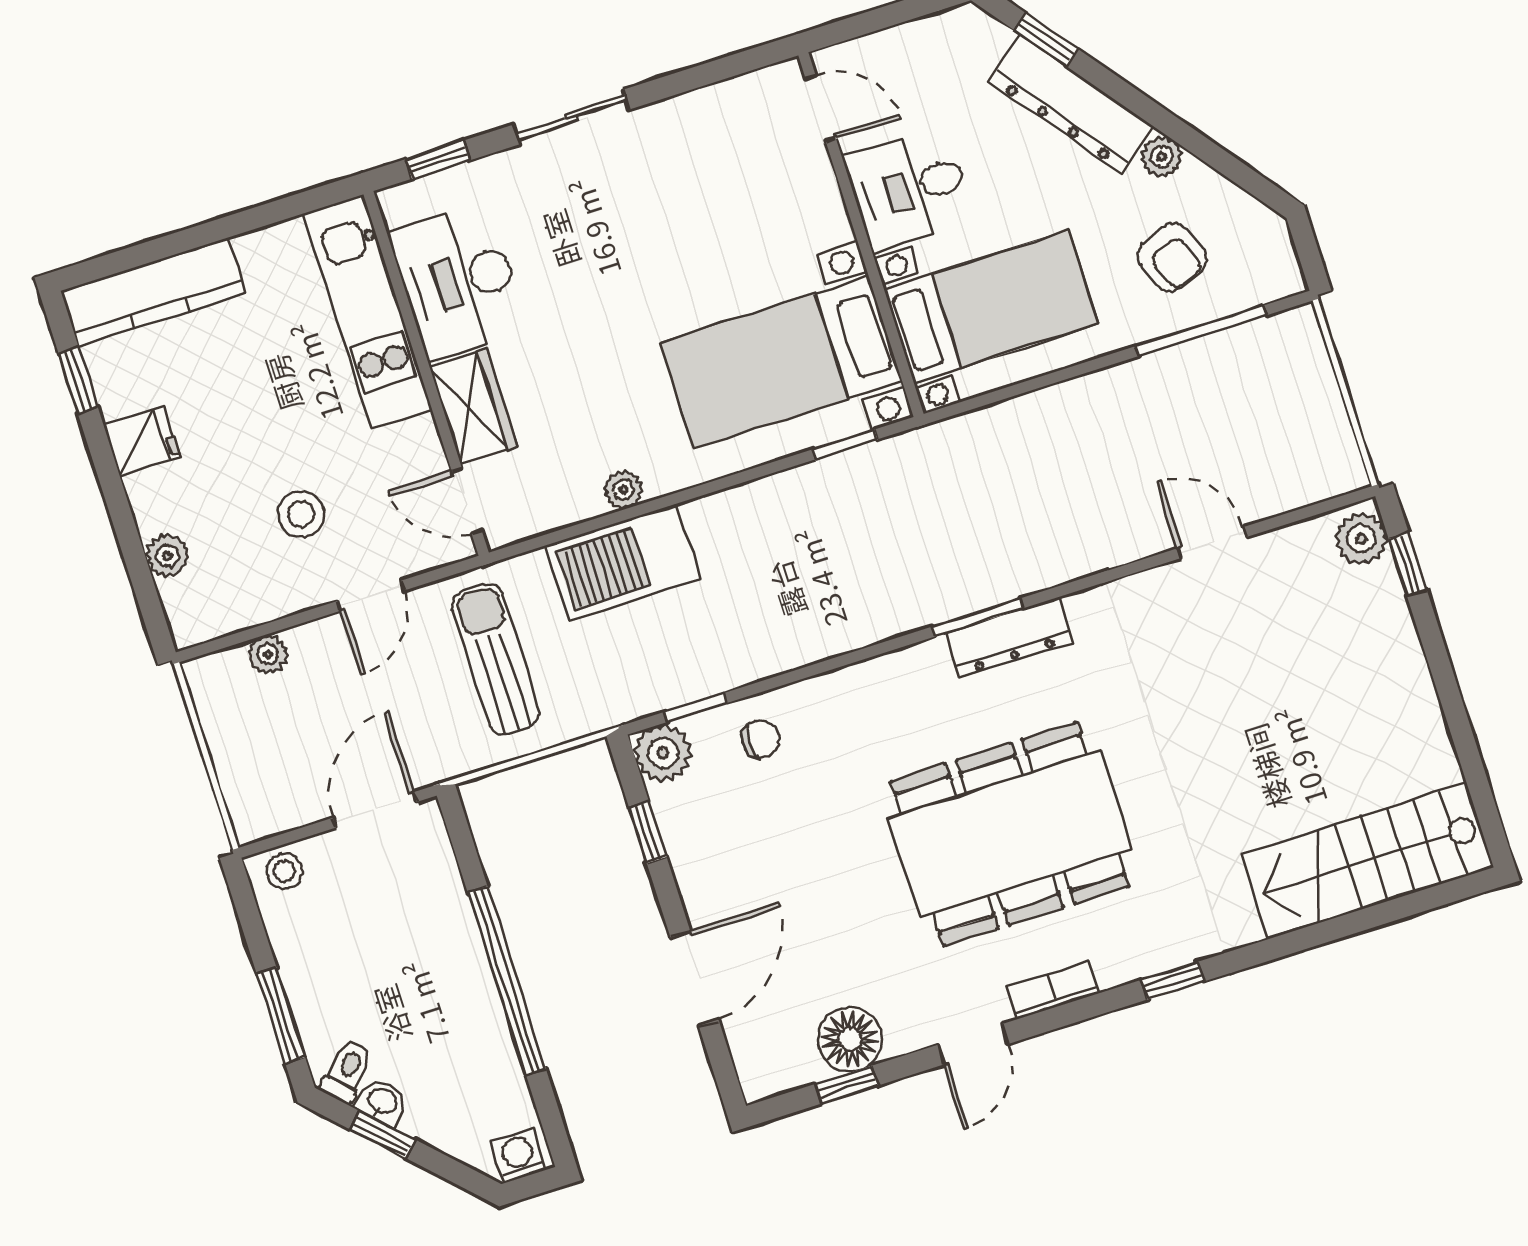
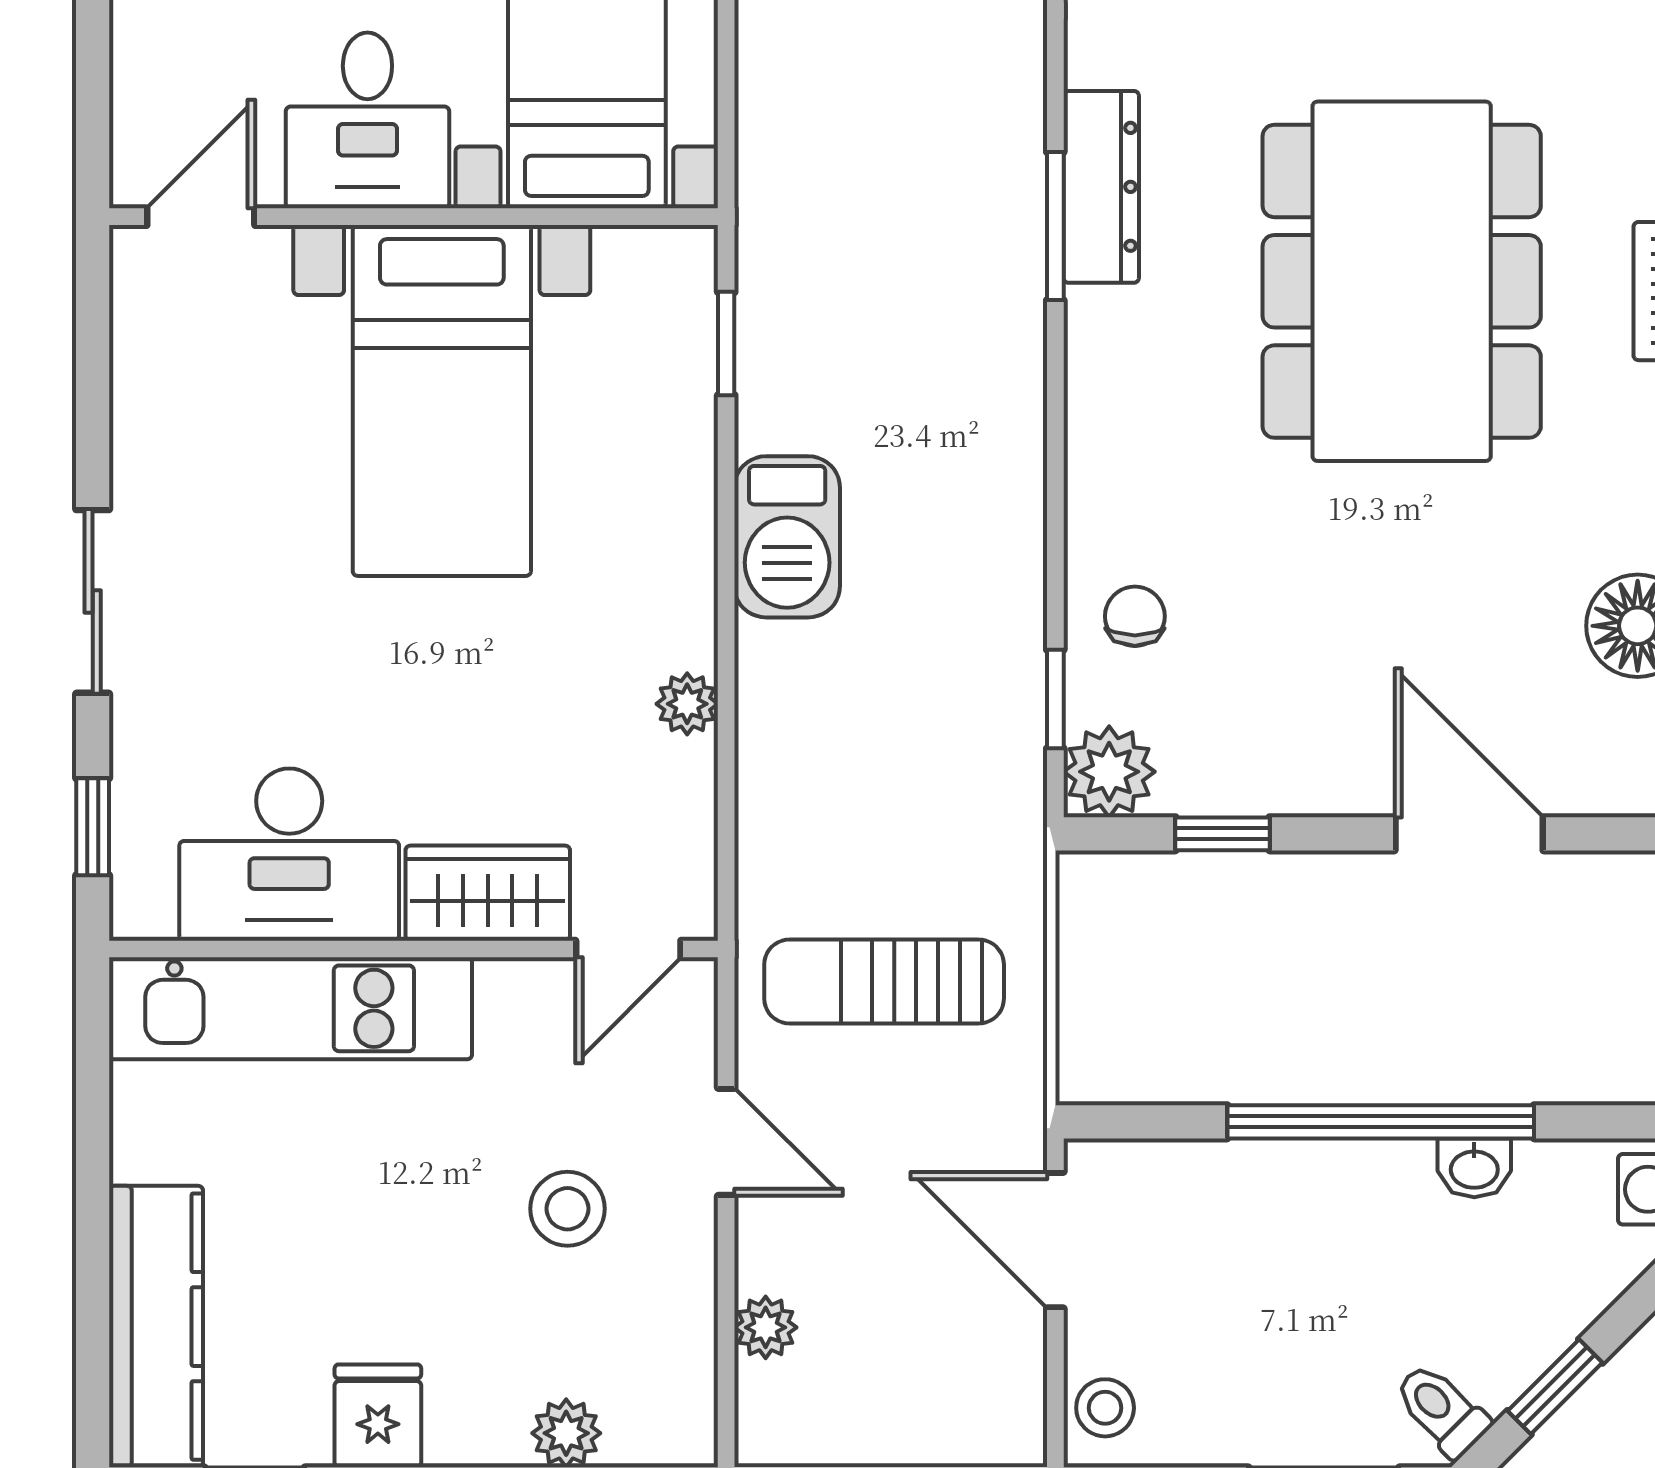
bed with nightstands: (781, 362) -> (442, 400), moved
barbecue: (623, 562) -> (787, 537), moved, width x0.73, depth x0.83
washbasin: (382, 1102) -> (1474, 1168), moved, turned -135

